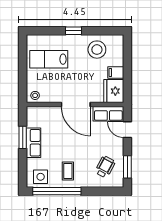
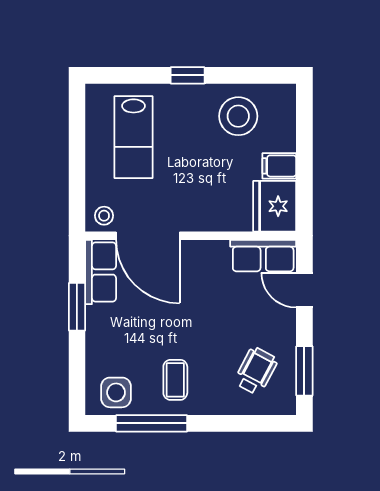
lab bench: (49, 59) -> (134, 137), turned -90
door: (76, 105) -> (148, 236), moved
row of seats: (33, 143) -> (101, 272), moved
window: (57, 191) -> (152, 423), width x0.68

